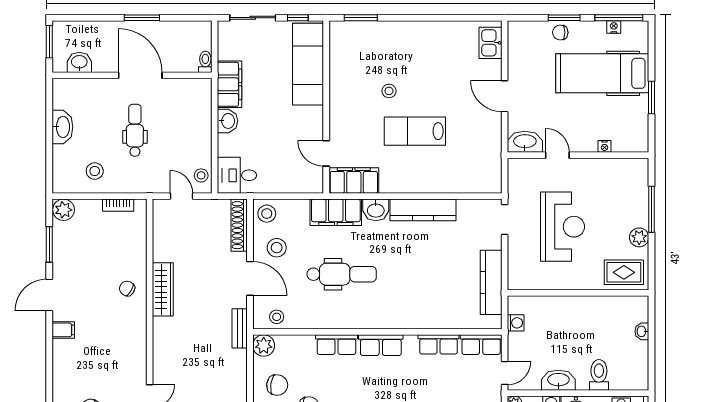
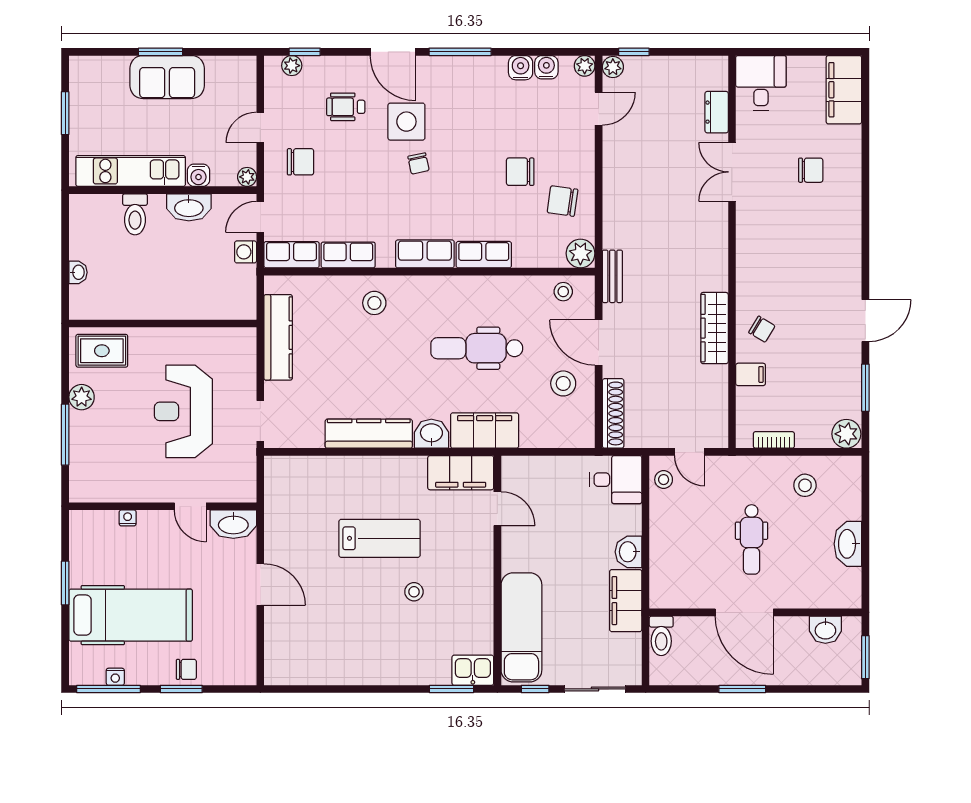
kitchen sink: (491, 43) -> (473, 670), moved, turned -90
toilet: (205, 62) -> (661, 636), width x1.37, depth x1.39
stool: (267, 214) -> (374, 303), moved
washing machine: (516, 323) -> (246, 252), moved
filing cabinet: (63, 330) -> (751, 374), moved, turned 180

